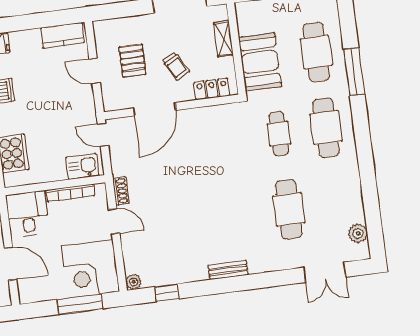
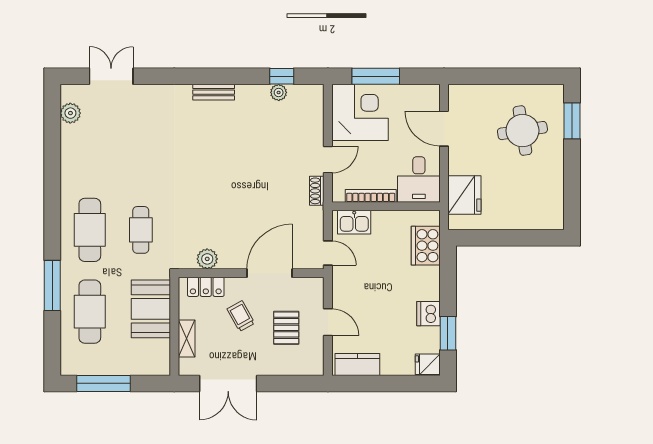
plant: (214, 115) -> (207, 259), added
cafe table: (289, 209) -> (141, 148), removed
door: (114, 221) -> (328, 160), swing flipped
plant: (134, 282) -> (279, 92), moved

